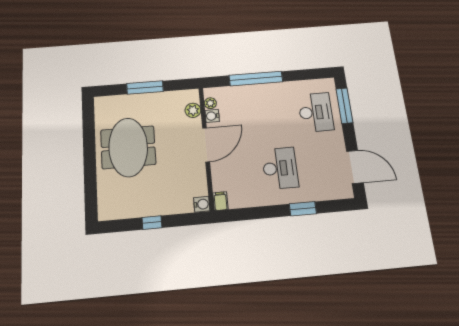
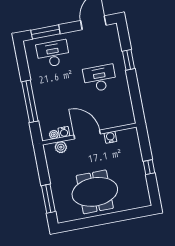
window: (145, 87) -> (48, 199), moved
filing cabinet: (220, 201) -> (129, 120), removed
water cooler: (202, 204) -> (110, 137), moved

